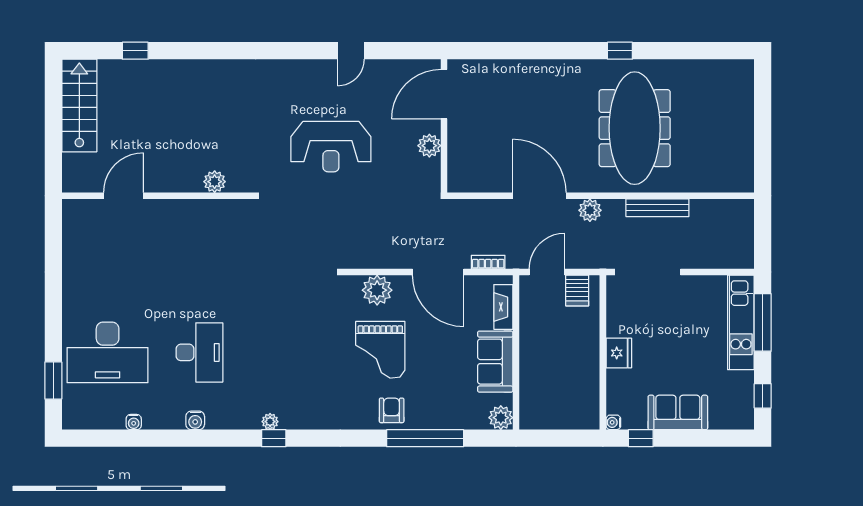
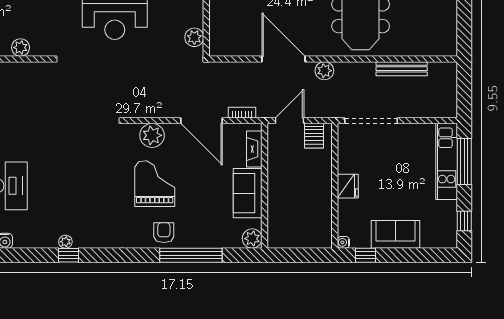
plant: (429, 146) -> (194, 37), moved
bench: (657, 208) -> (402, 69), moved
grand piano: (380, 350) -> (155, 184), turned 180

